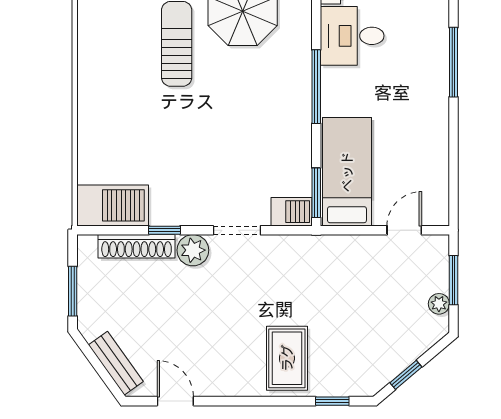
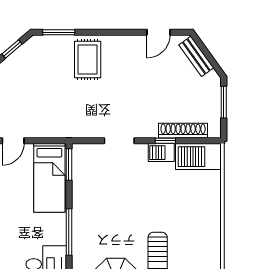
barbecue: (291, 212) -> (161, 153), moved
plant: (193, 250) -> (147, 128), removed
door: (175, 401) -> (158, 32), hinge flipped
window: (332, 401) -> (59, 32), width x1.50

